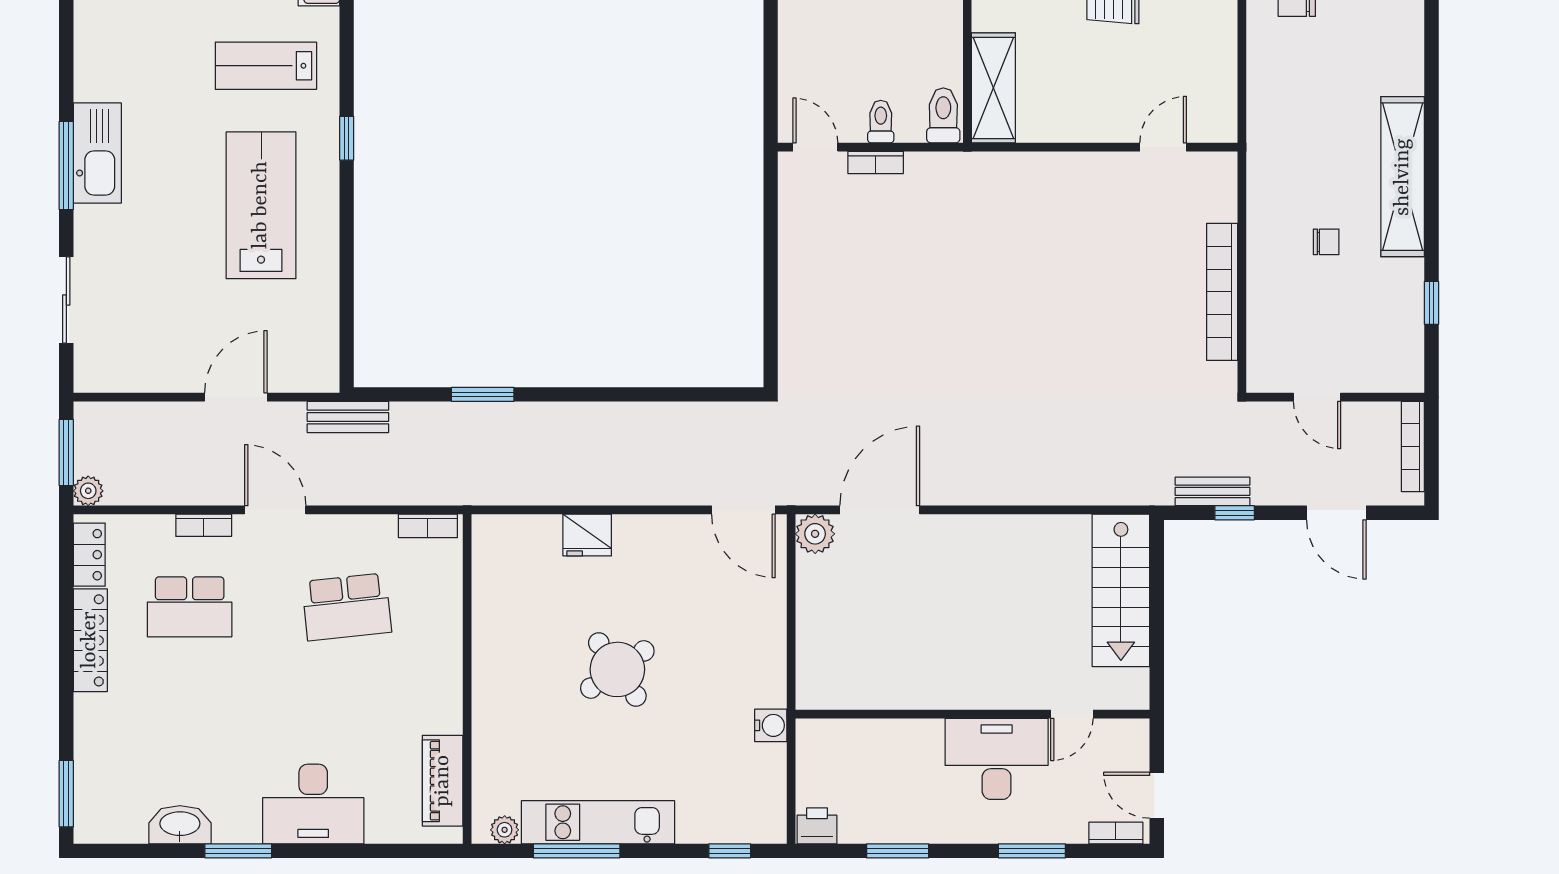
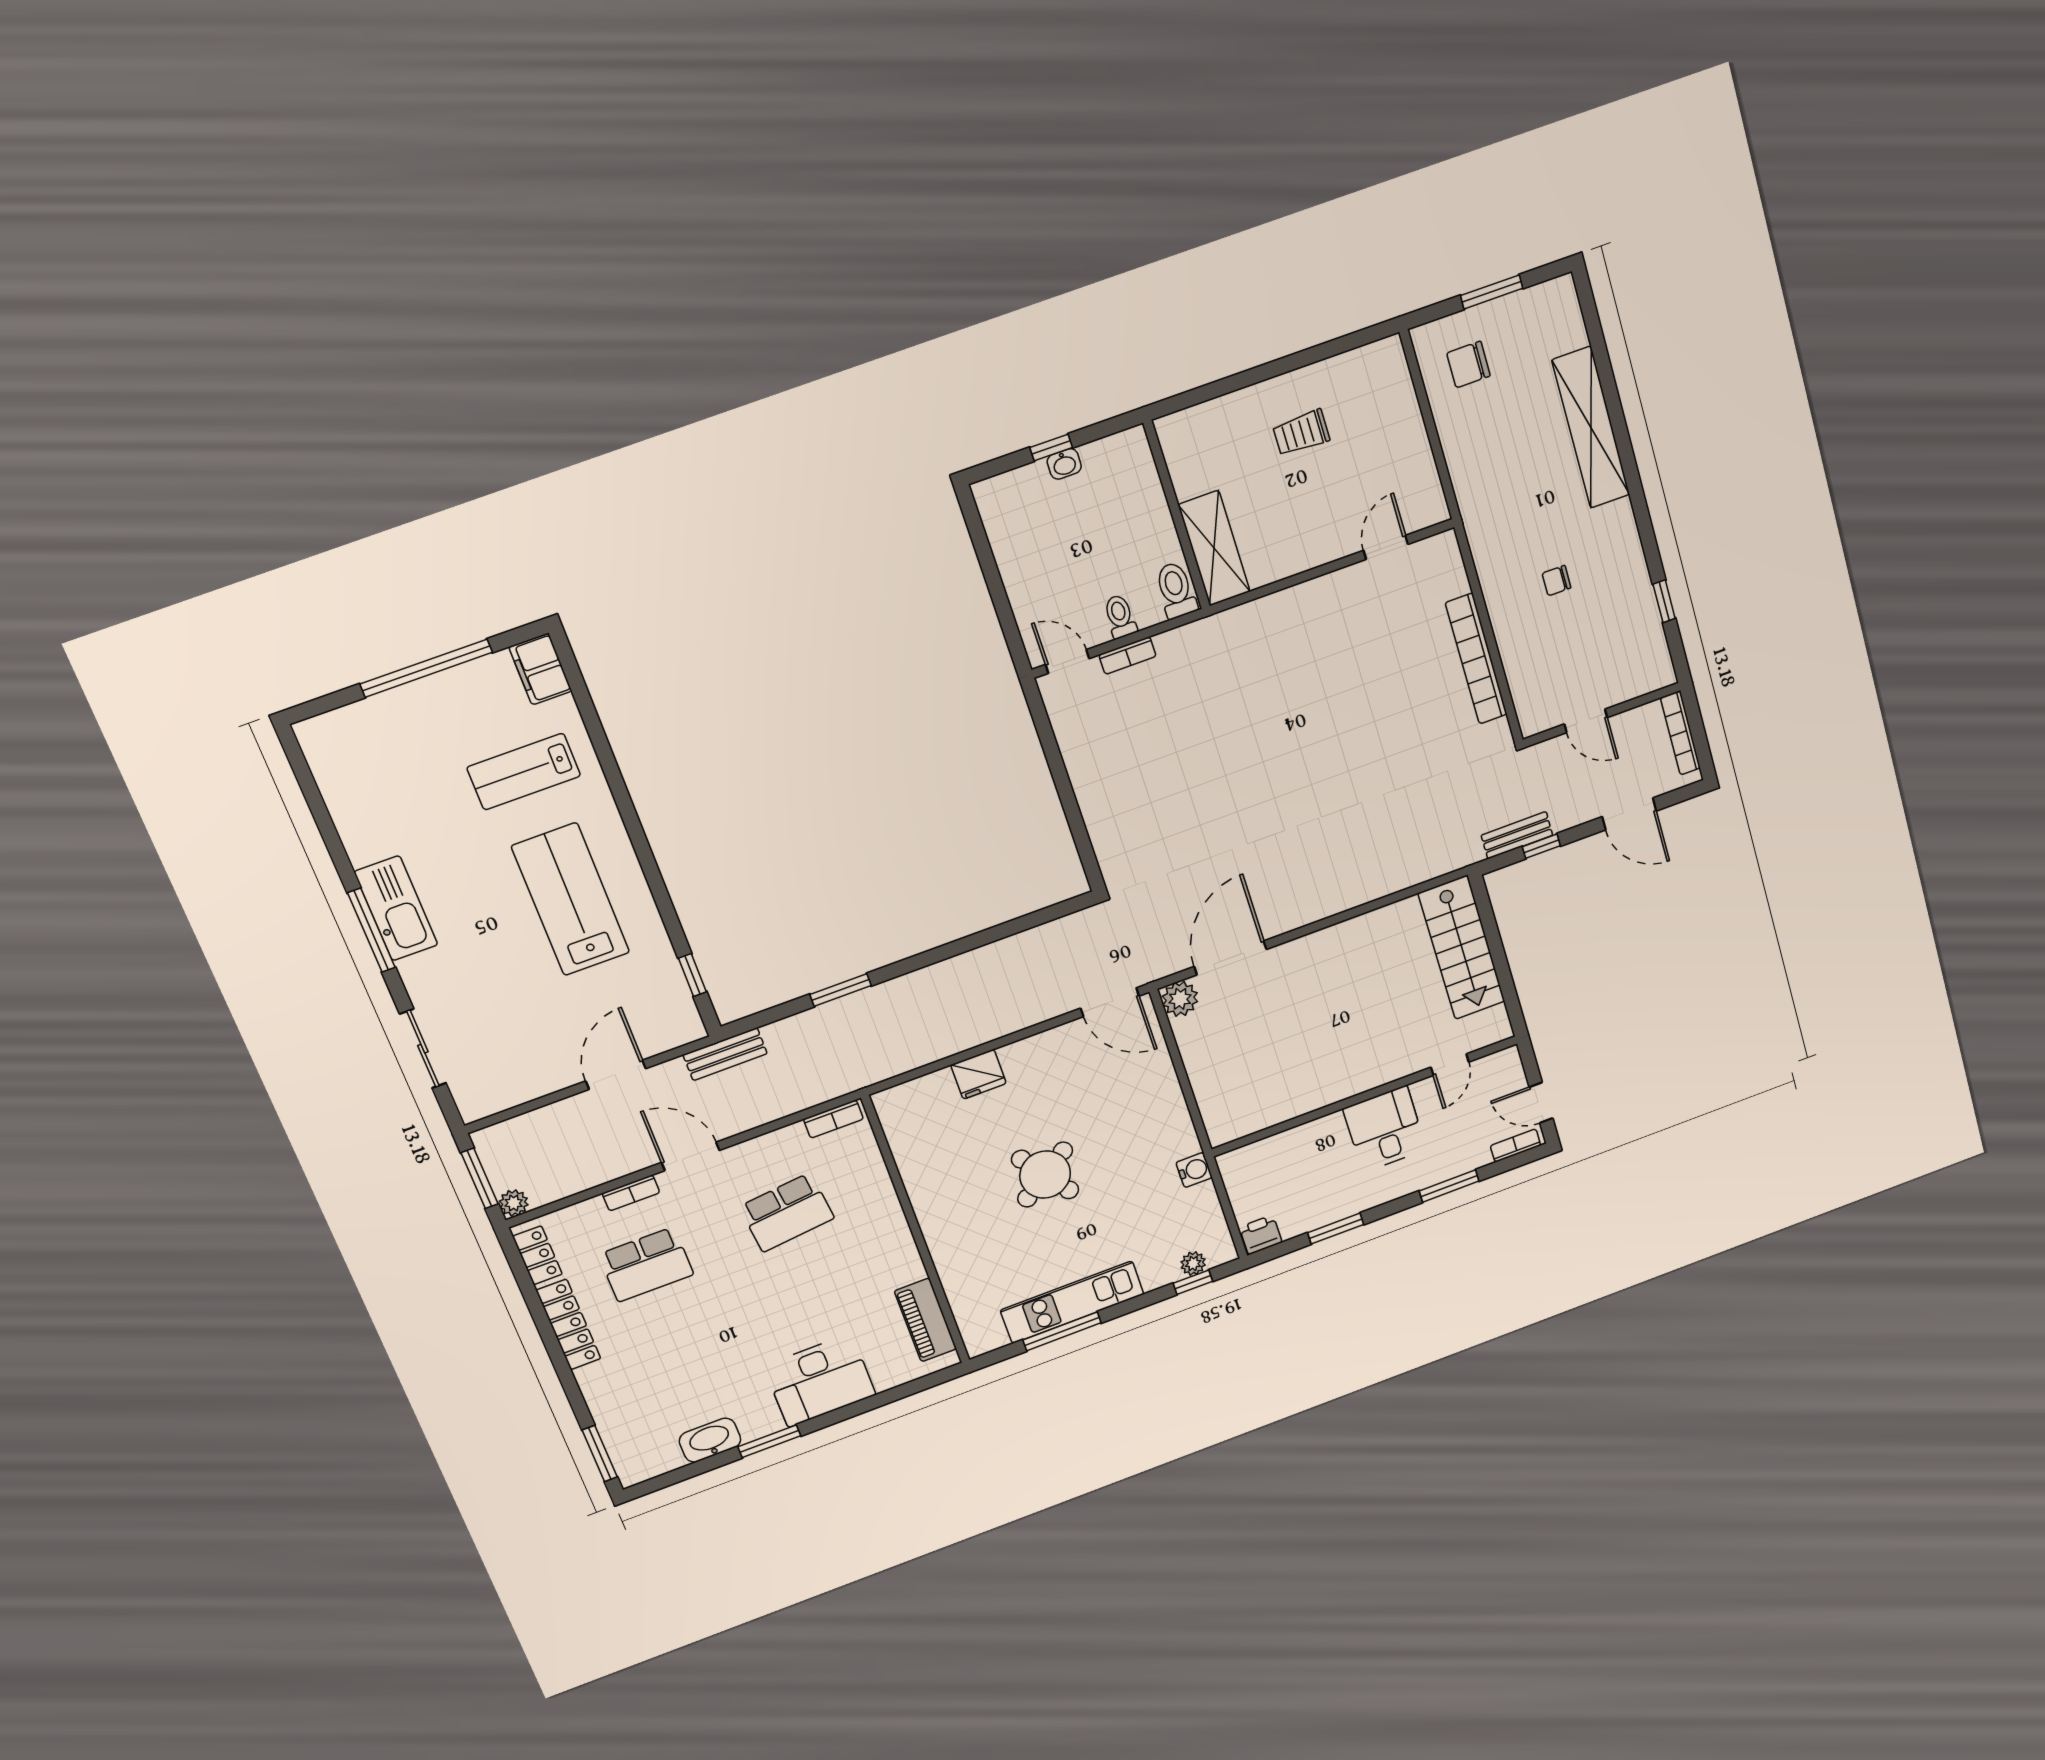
window: (347, 138) -> (692, 975), moved
shelving: (1403, 177) -> (1591, 428), moved
chair: (1326, 242) -> (1556, 581), turned 180
desk: (997, 759) -> (1385, 1129), width x0.73
plant: (505, 830) -> (1193, 1264), moved

